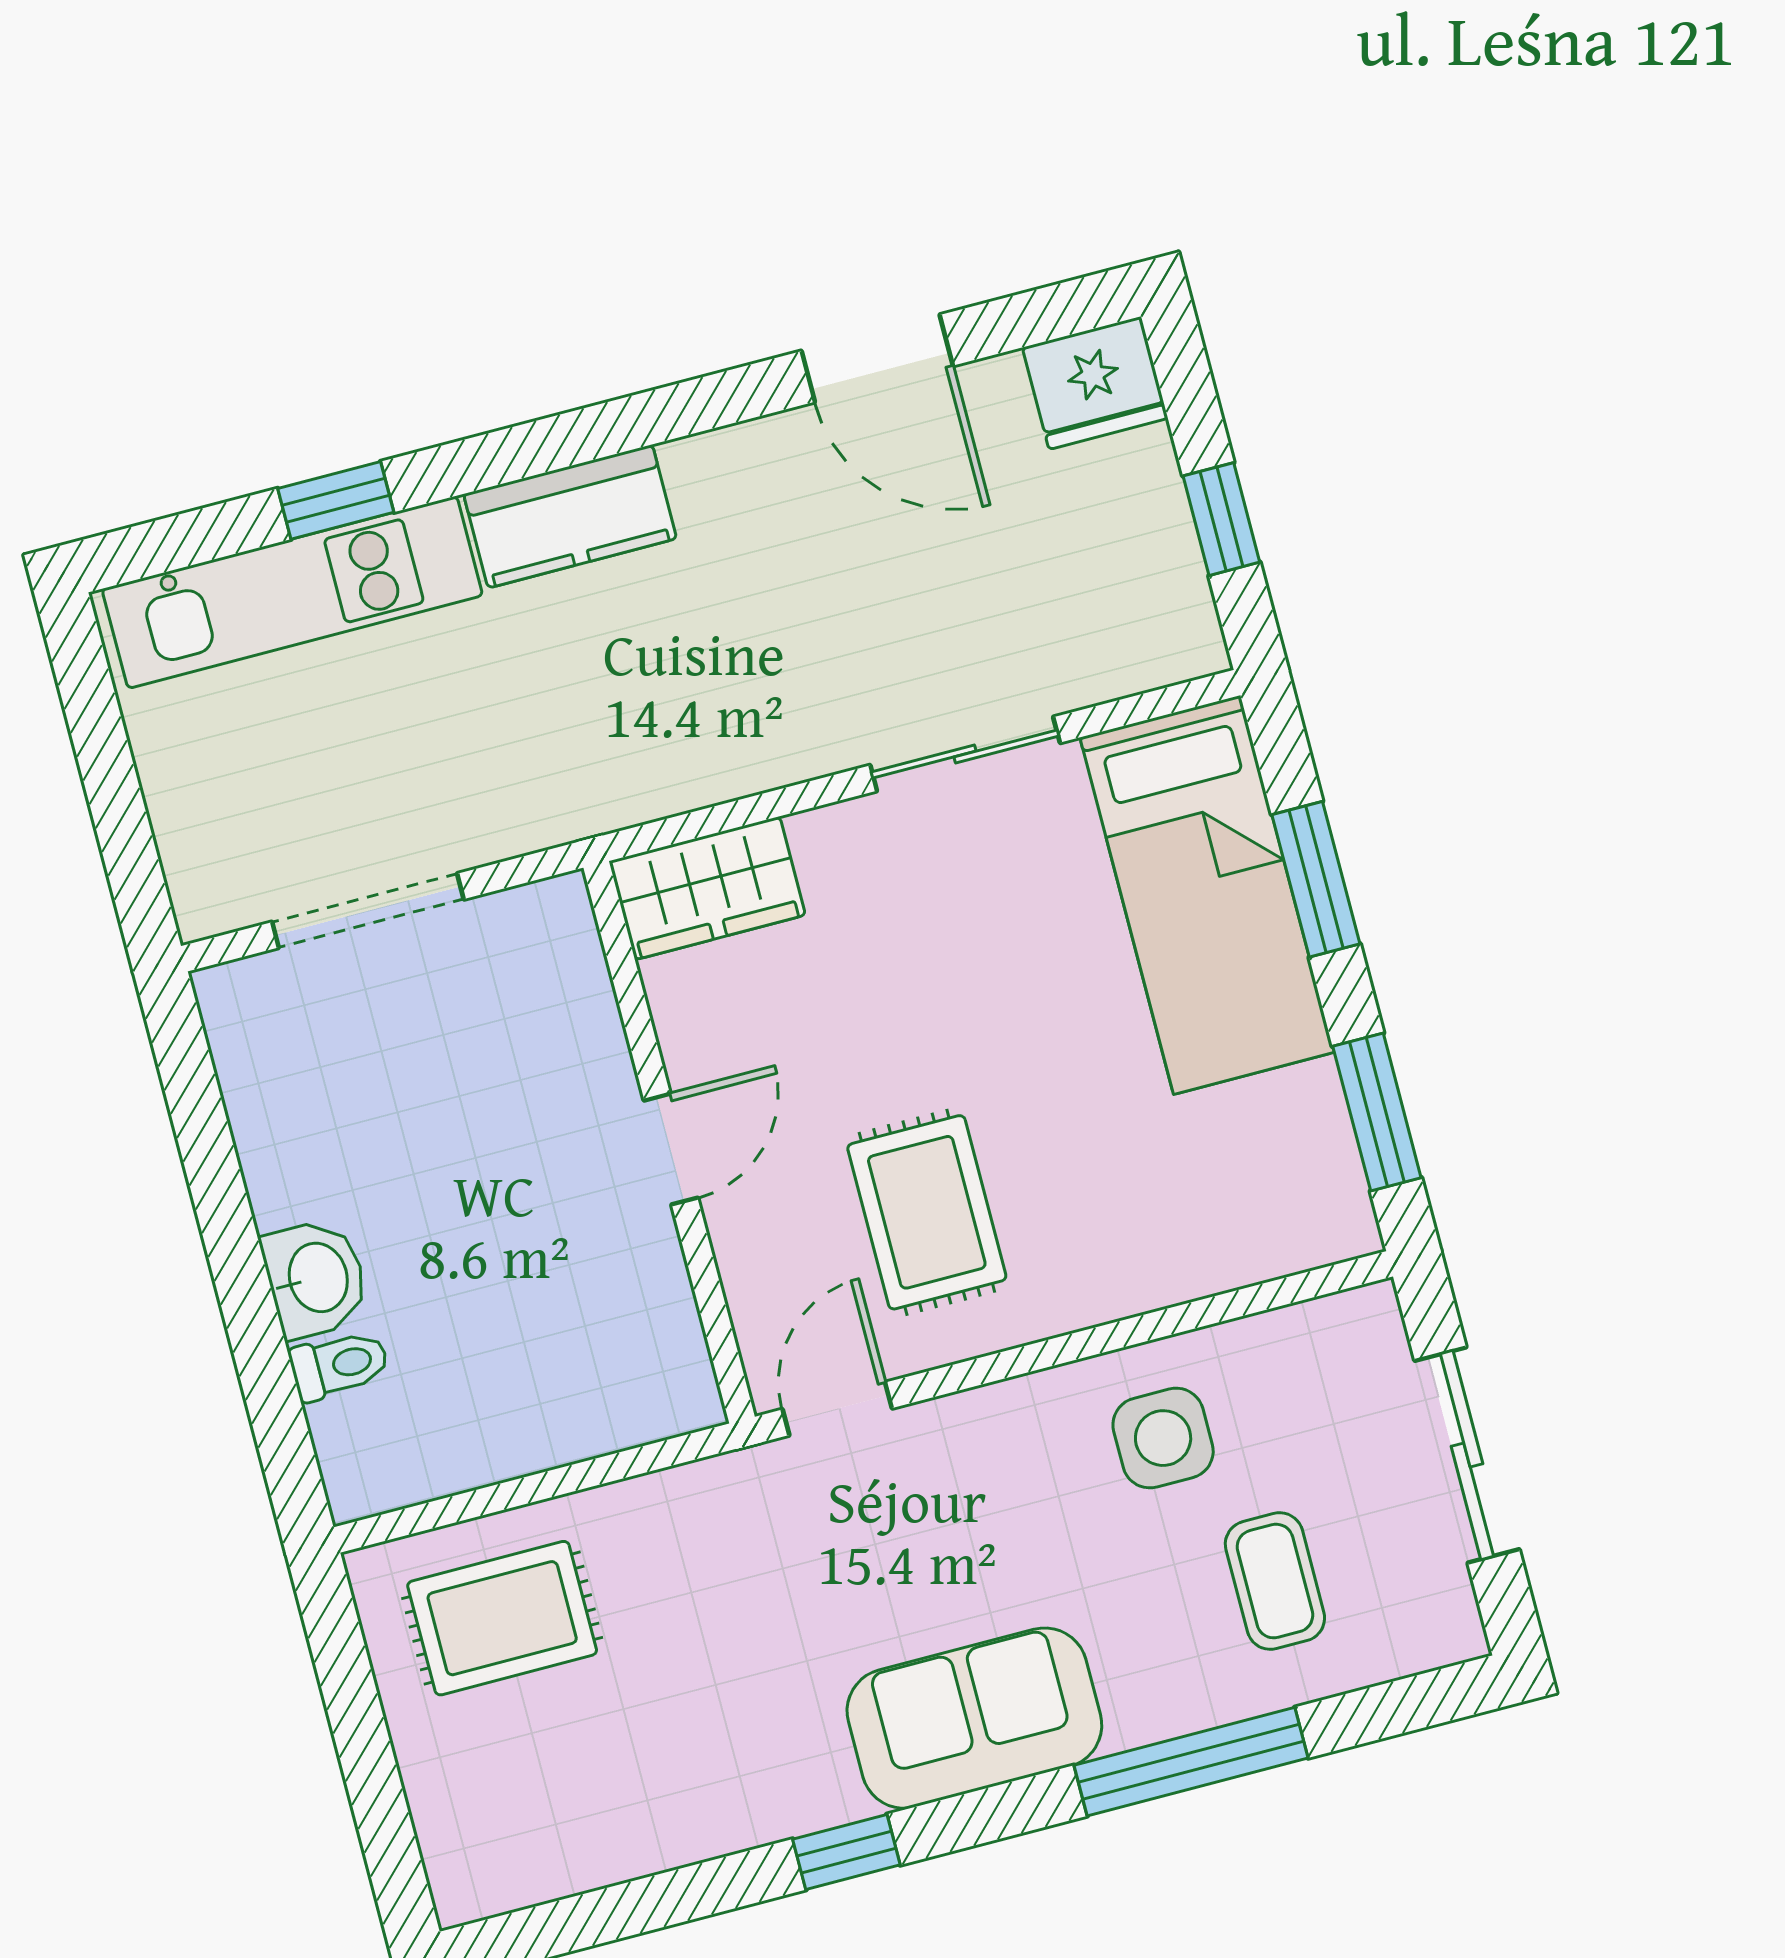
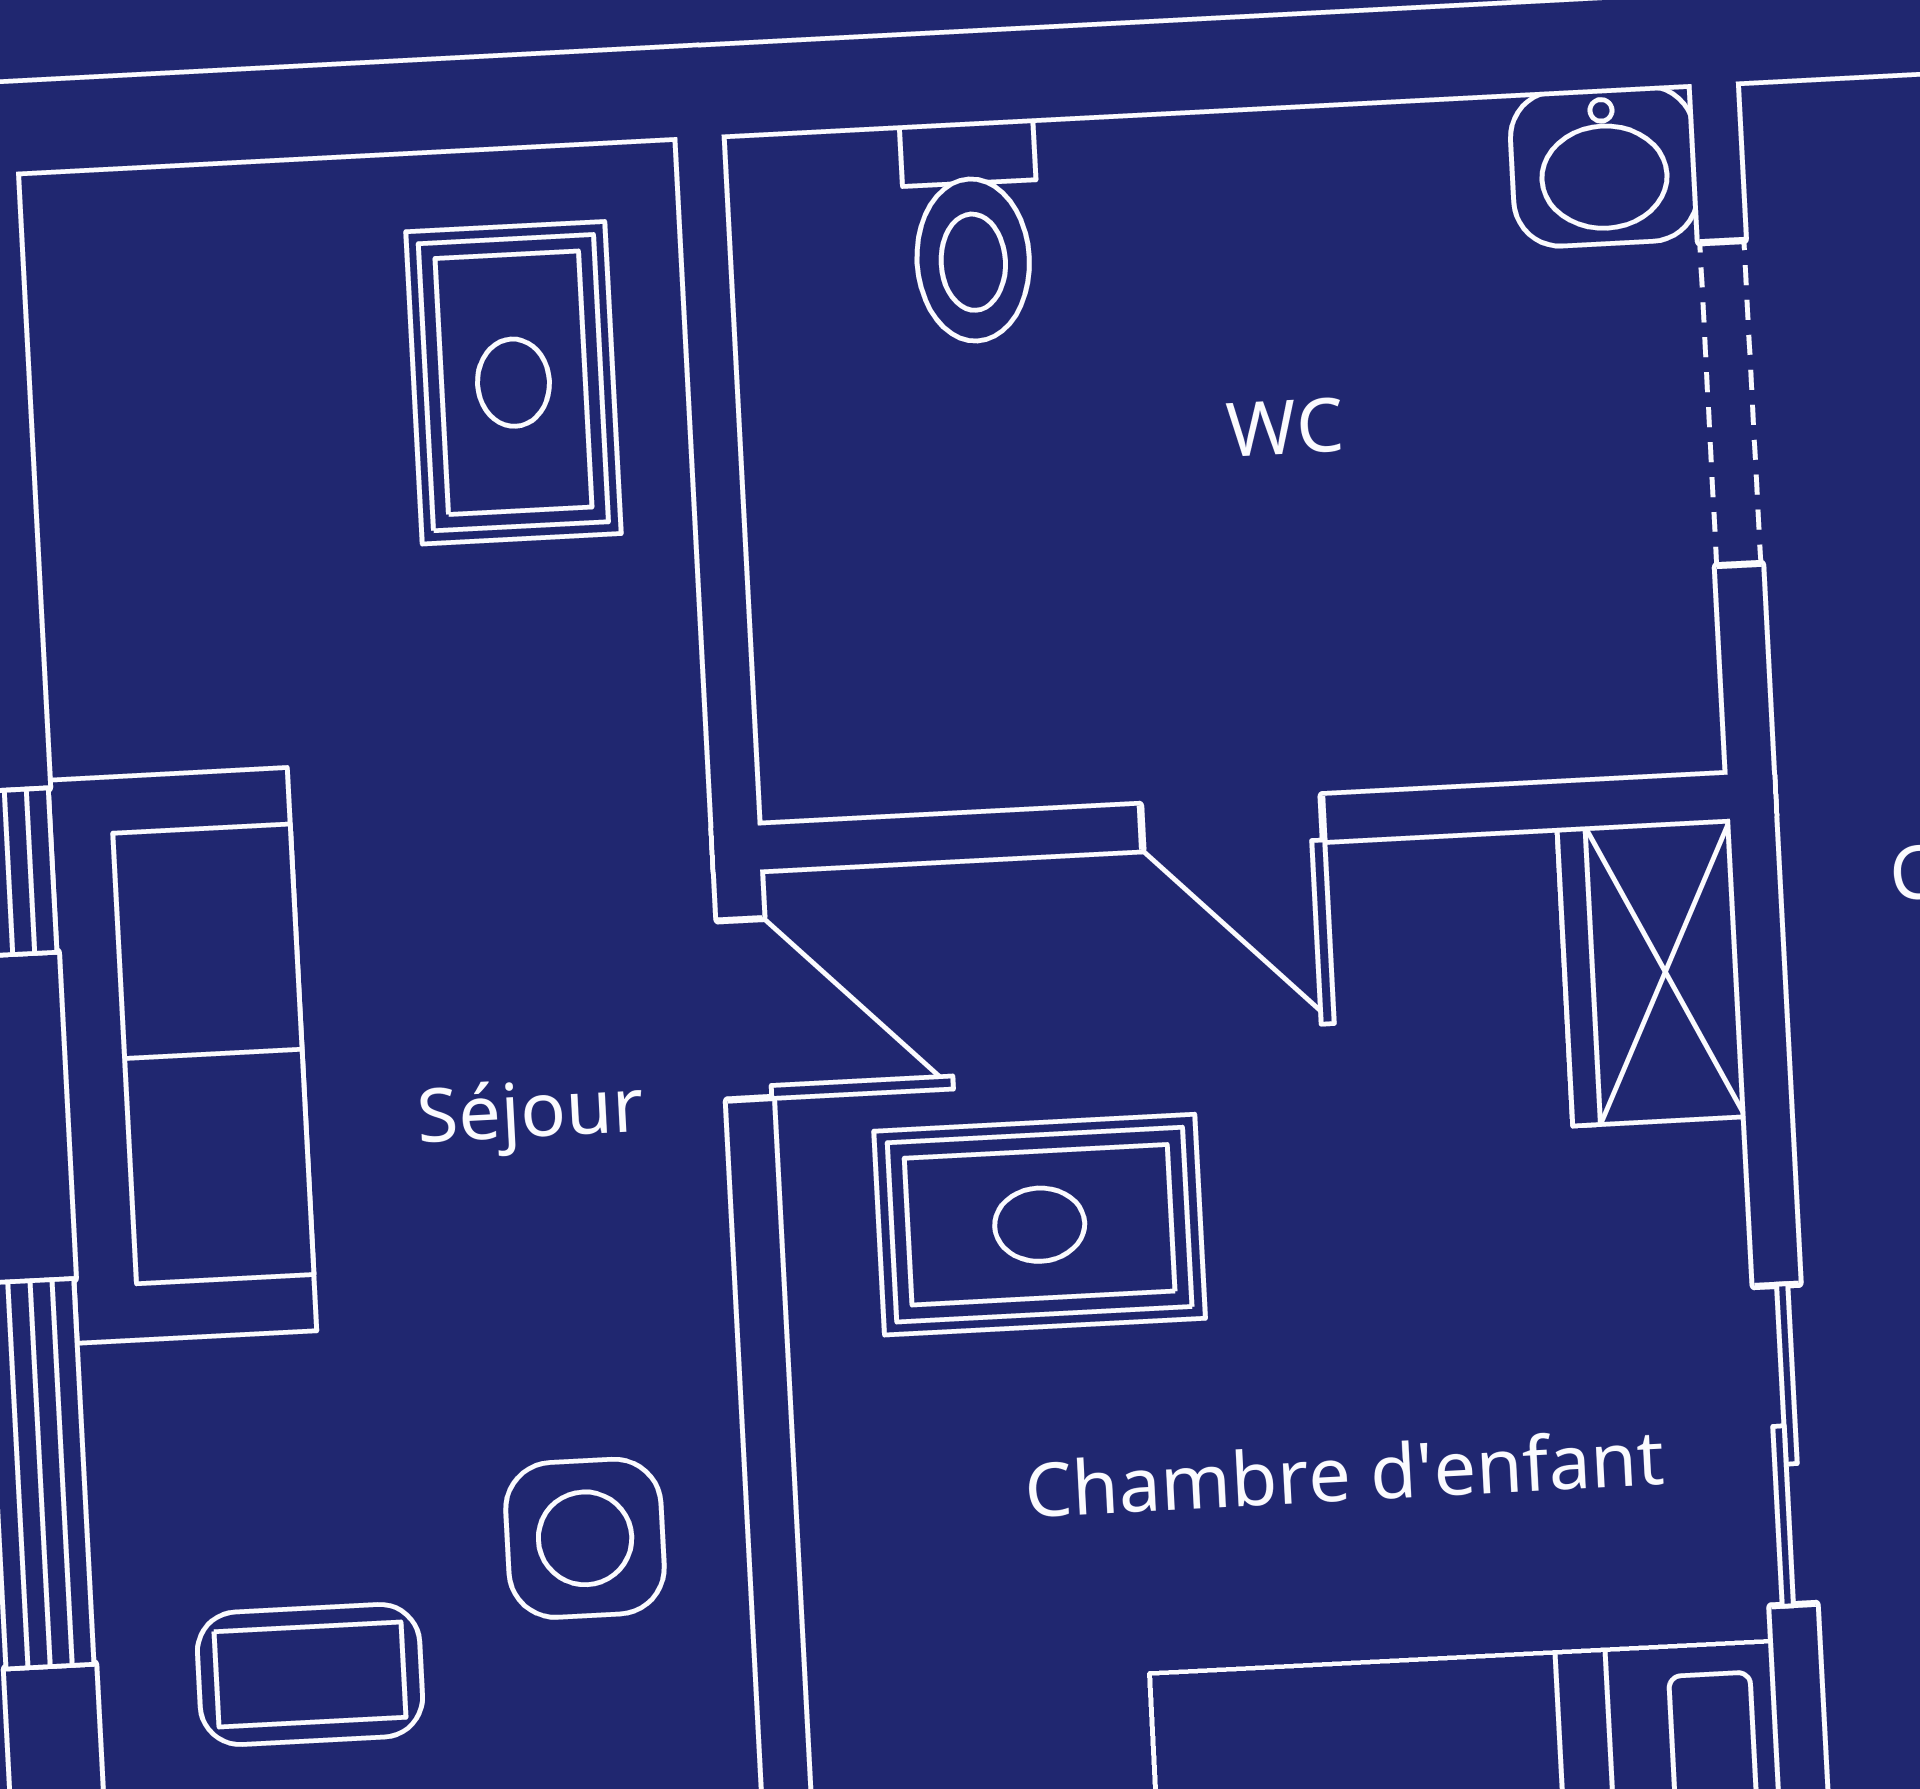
washbasin: (316, 1278) -> (1604, 166), moved
toilet: (339, 1365) -> (972, 231), width x1.37, depth x1.39
sofa: (974, 1718) -> (182, 1055), width x1.36

